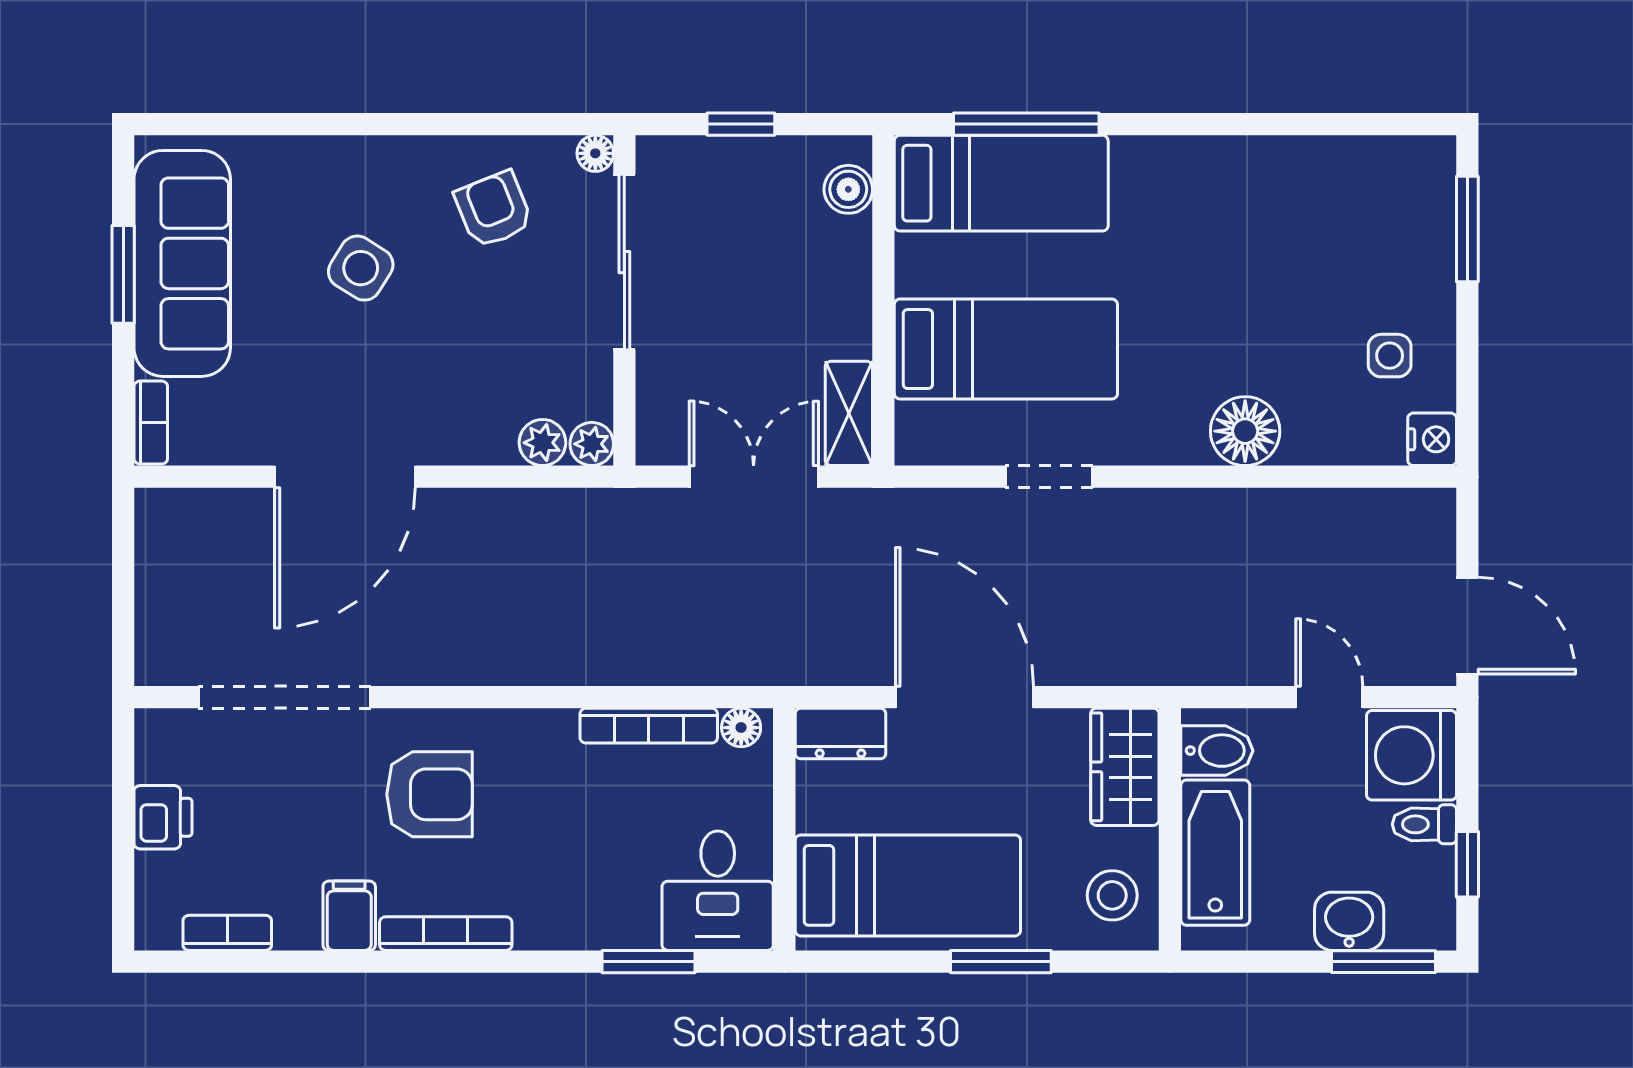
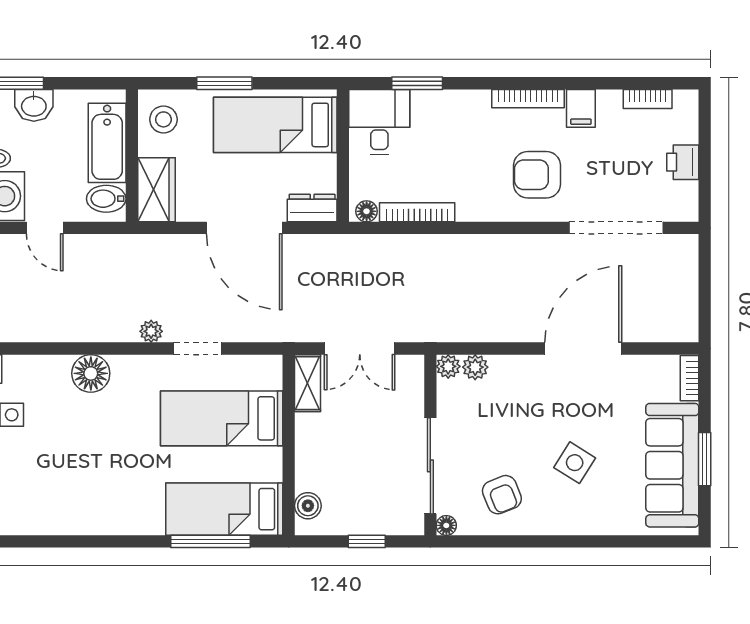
plant: (1135, 508) -> (151, 331), added

